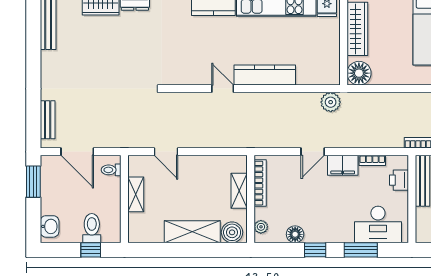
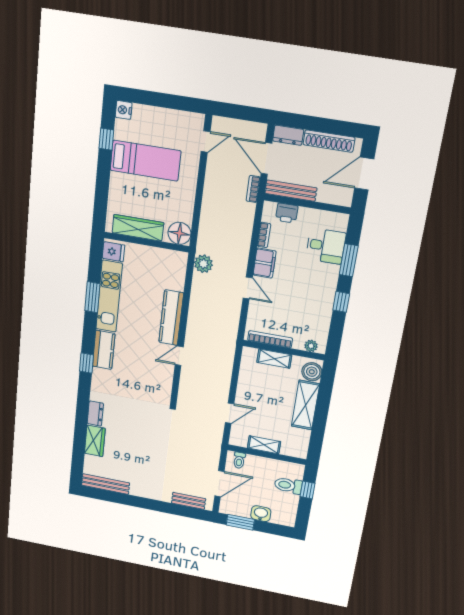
desk: (378, 224) -> (326, 246), width x0.73
washbasin: (50, 226) -> (261, 514), moved
floor lamp: (295, 234) -> (323, 317), removed

